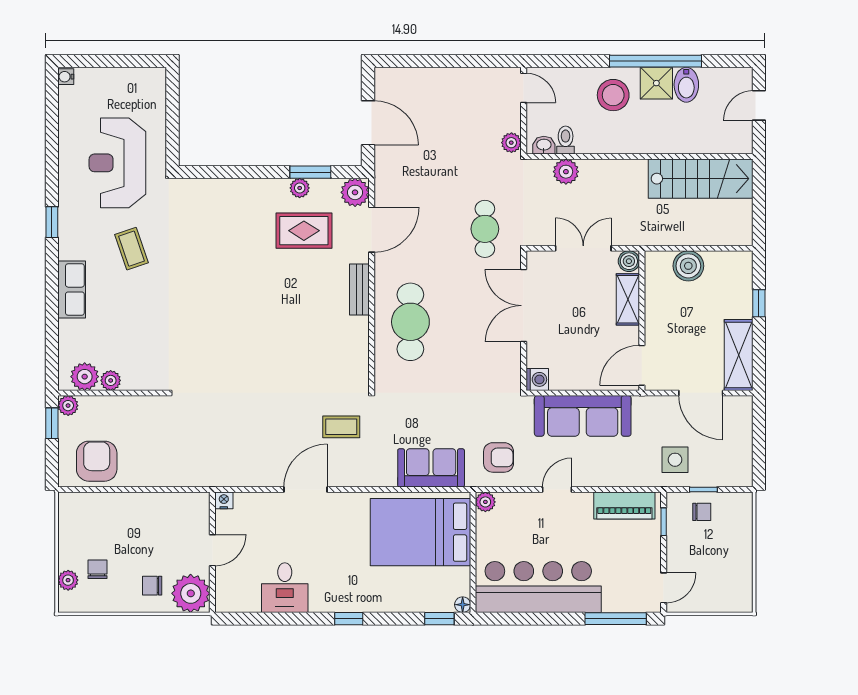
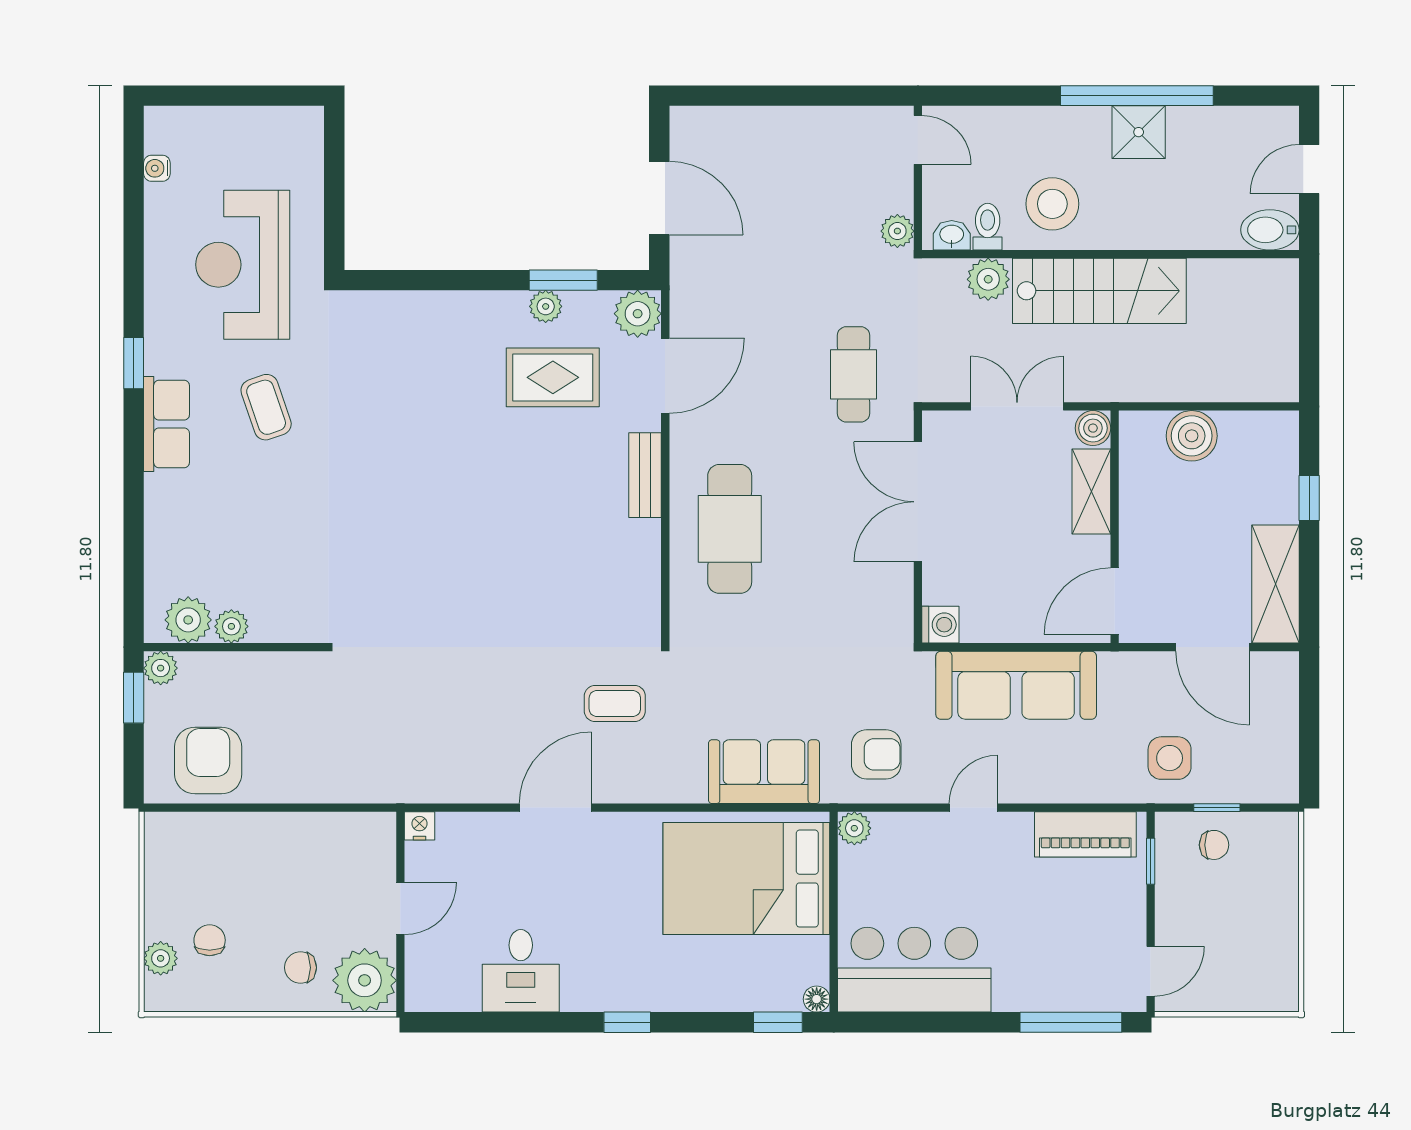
water cooler: (66, 77) -> (157, 168), moved
bidet: (686, 85) -> (1270, 230), moved, turned 90
stool: (613, 95) -> (1052, 204), moved
stairs: (701, 179) -> (1099, 291), moved
row of seats: (72, 290) -> (167, 424), moved
bar counter: (538, 587) -> (914, 970), width x0.73

